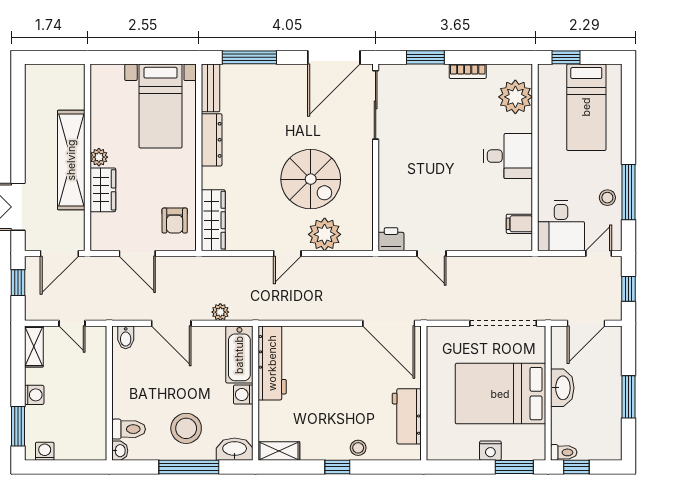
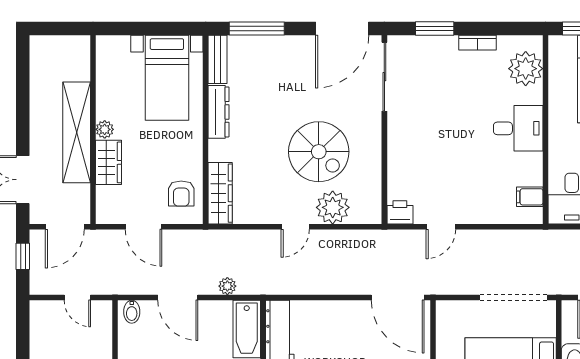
door: (432, 253) -> (441, 227), hinge flipped
shelving: (34, 346) -> (39, 321), removed

